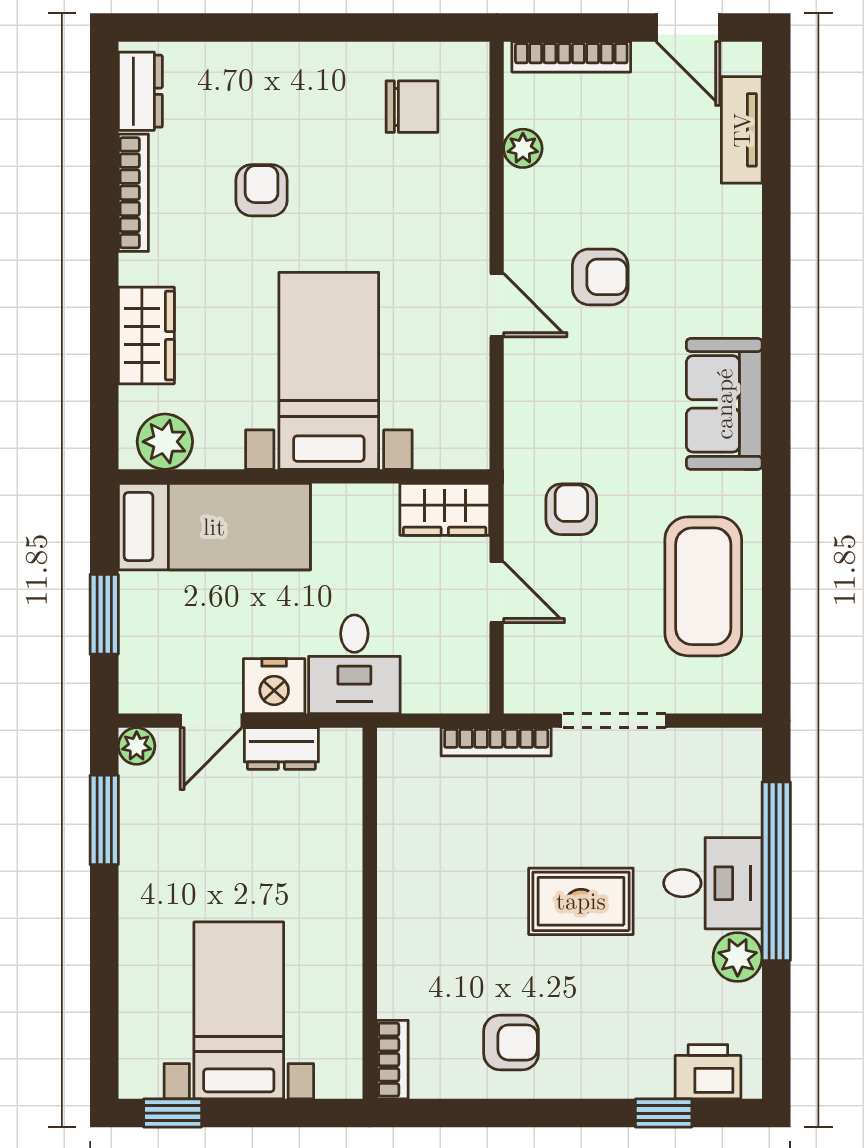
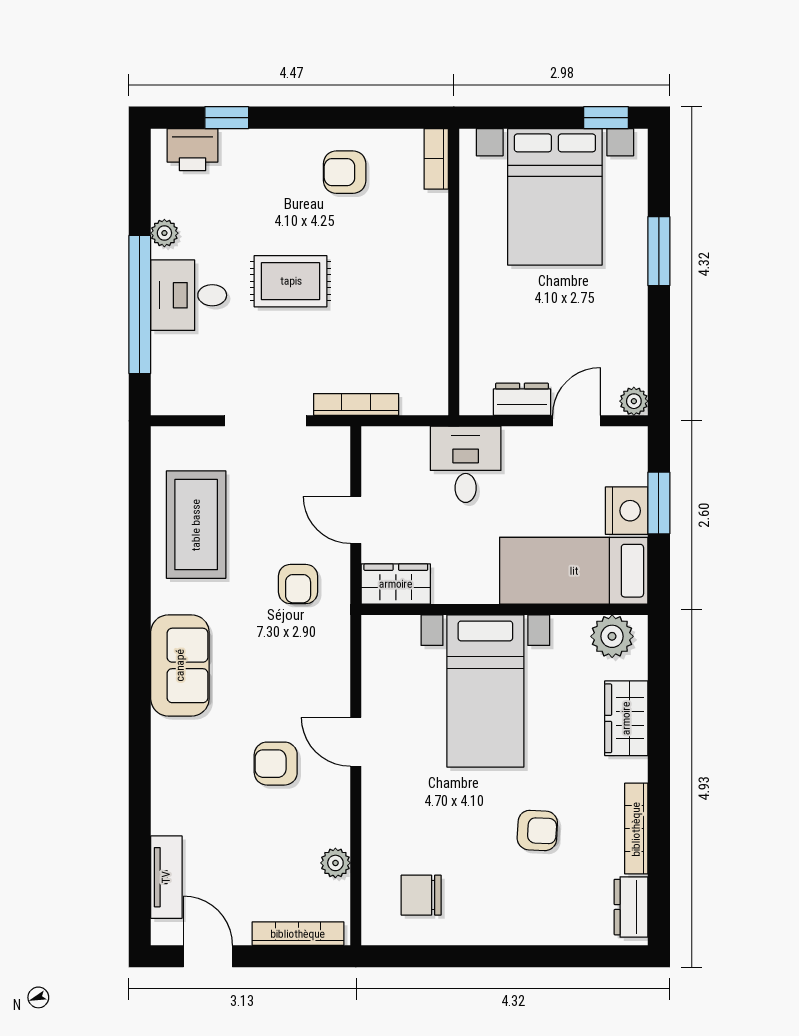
armchair: (262, 190) -> (537, 830), turned -87
nightstand: (274, 686) -> (627, 511), moved, turned 90
window: (104, 820) -> (659, 251), moved
plant: (738, 957) -> (164, 233), width x0.73, depth x0.73
bed with nightstands: (239, 1010) -> (555, 197), width x1.36

